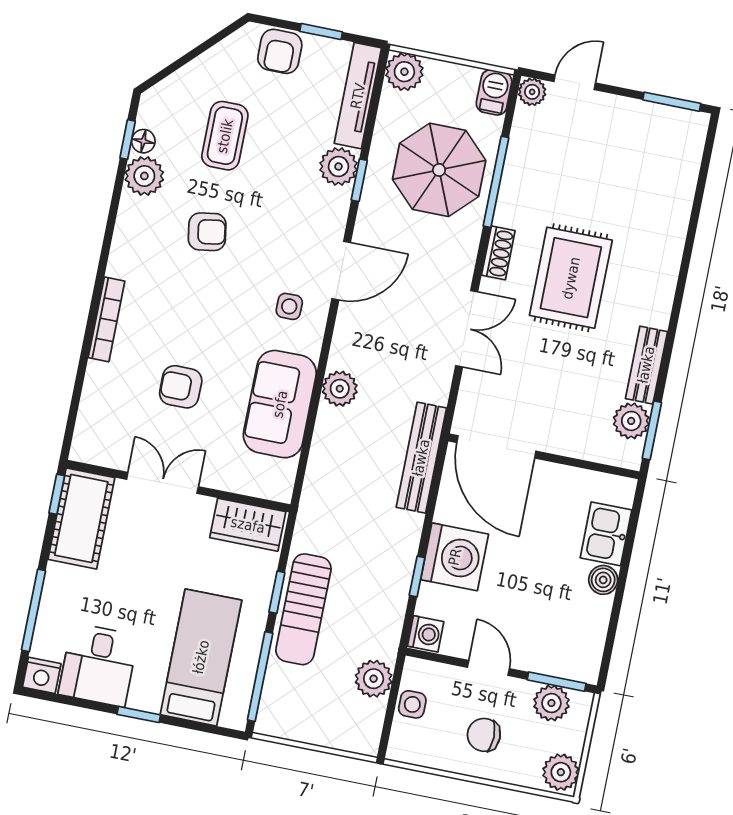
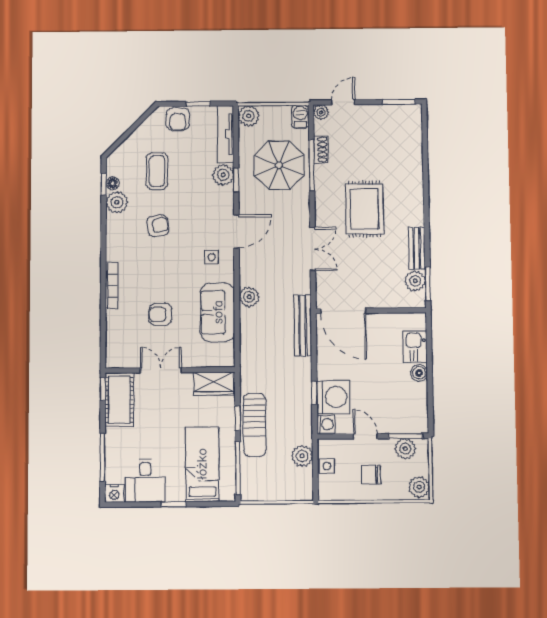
shoe rack: (498, 253) -> (321, 149), moved
washing machine: (455, 557) -> (333, 397), moved

